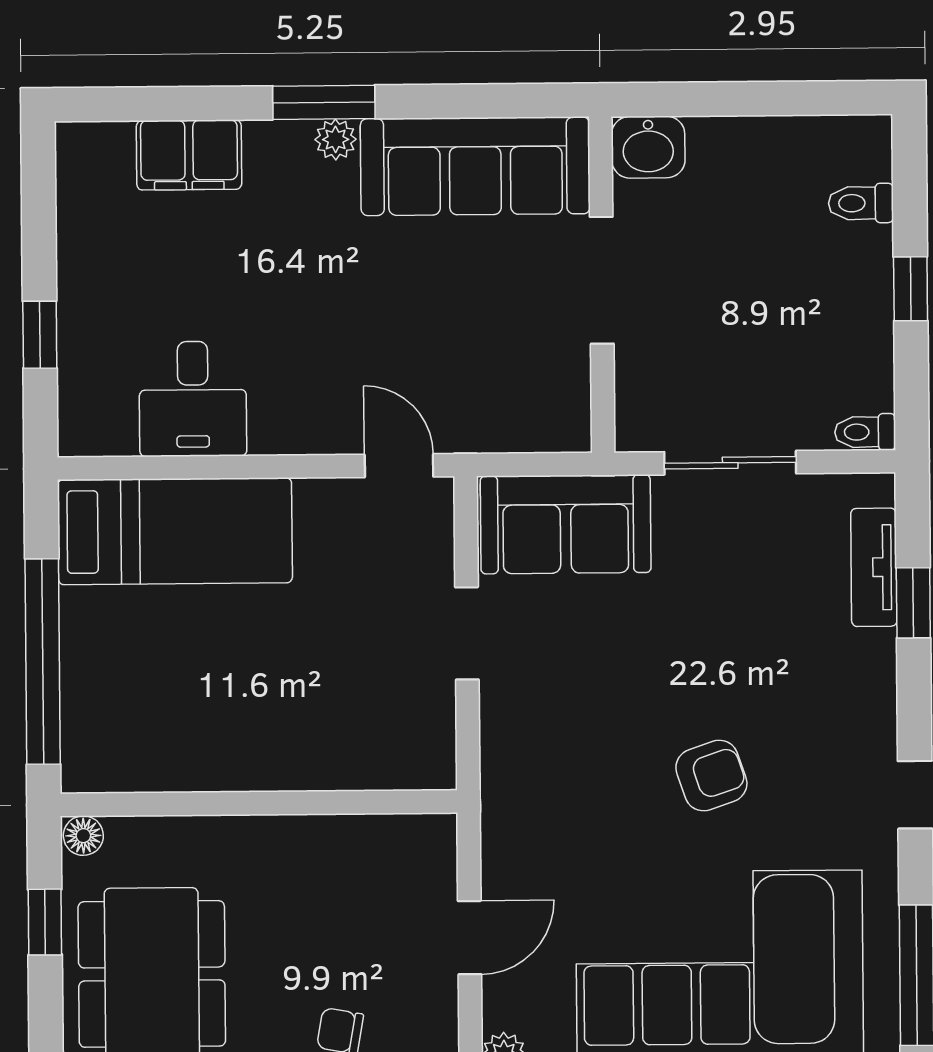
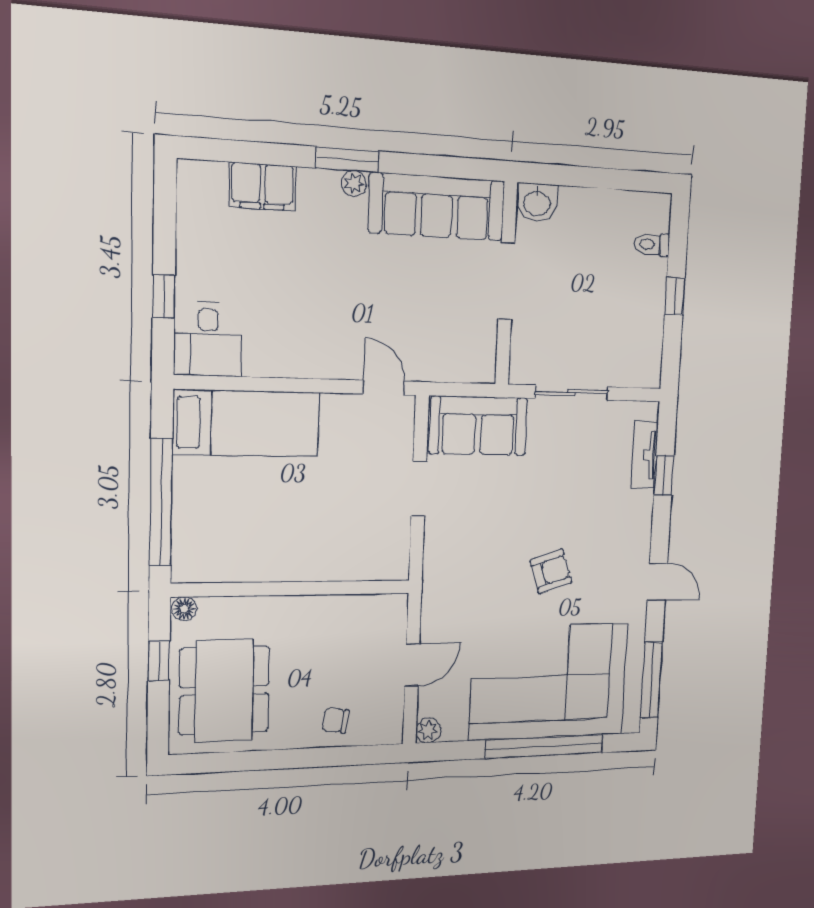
desk: (193, 399) -> (208, 340), moved
toilet: (865, 432) -> (645, 378), removed

